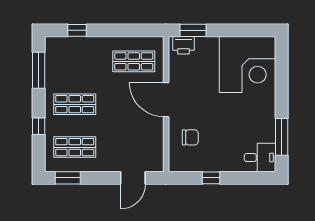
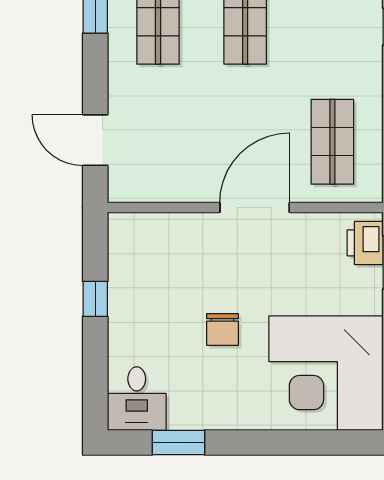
chair: (190, 137) -> (222, 329), moved
window: (282, 137) -> (178, 442), width x0.69

